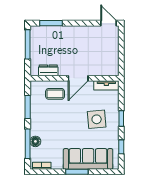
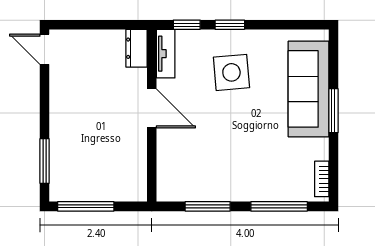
door: (109, 23) -> (45, 49), hinge flipped
dresser: (48, 70) -> (136, 48), moved
coffee table: (55, 94) -> (182, 153), removed
floor lamp: (35, 141) -> (274, 191), removed
window: (121, 147) -> (187, 25), moved

